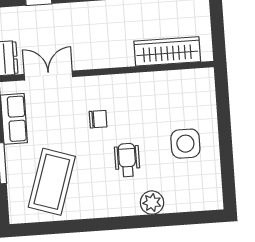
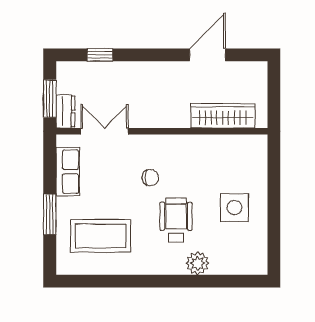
wheelchair: (127, 160) -> (176, 220), width x1.36, depth x1.37
coffee table: (52, 182) -> (101, 236), turned 72

